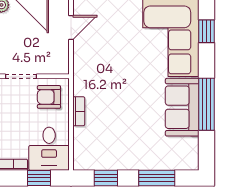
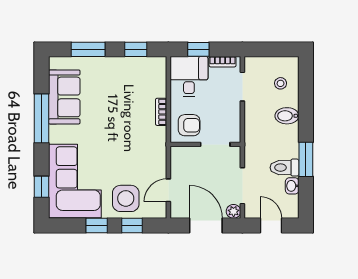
side table: (116, 19) -> (126, 198), added
sofa: (182, 107) -> (64, 97), moved

